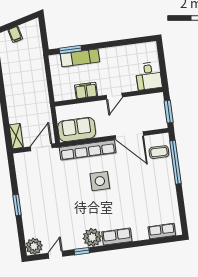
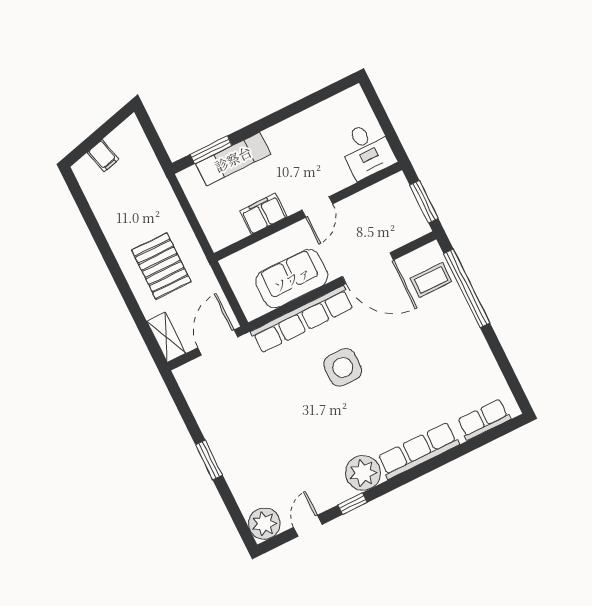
pallet: (26, 99) -> (161, 266), added
sofa: (77, 130) -> (292, 279), moved
row of seats: (117, 237) -> (418, 451), width x1.48

